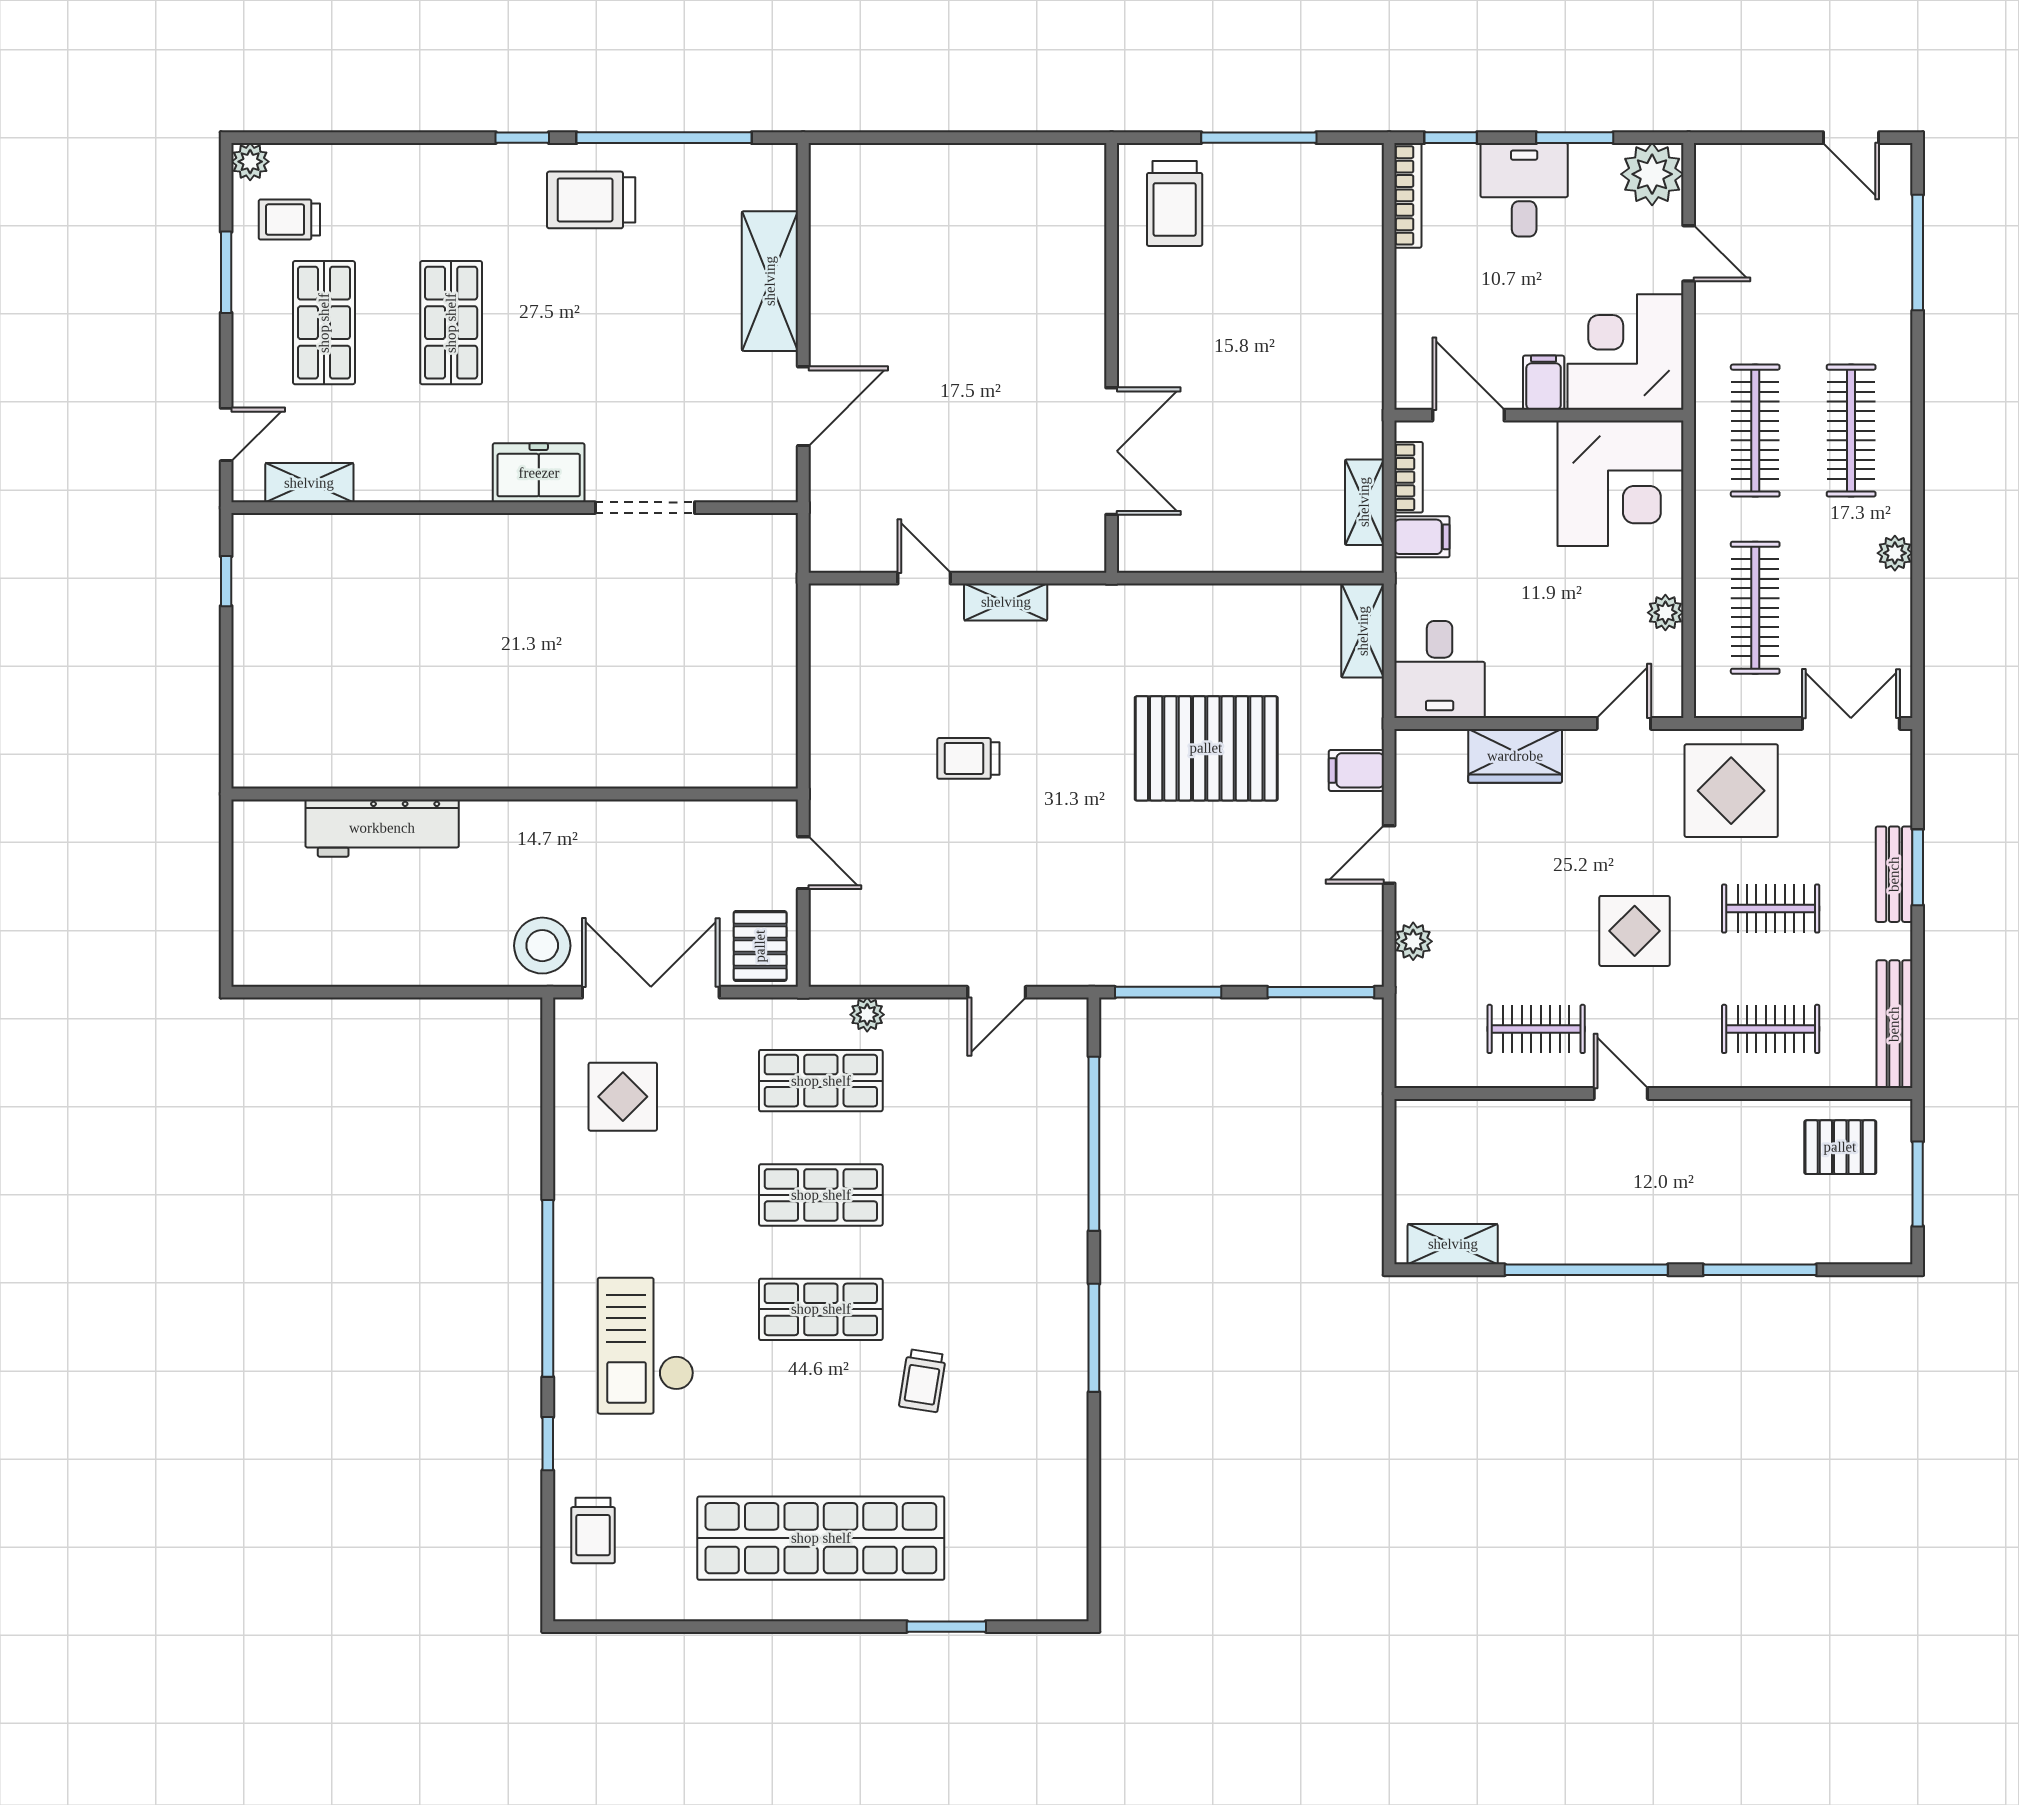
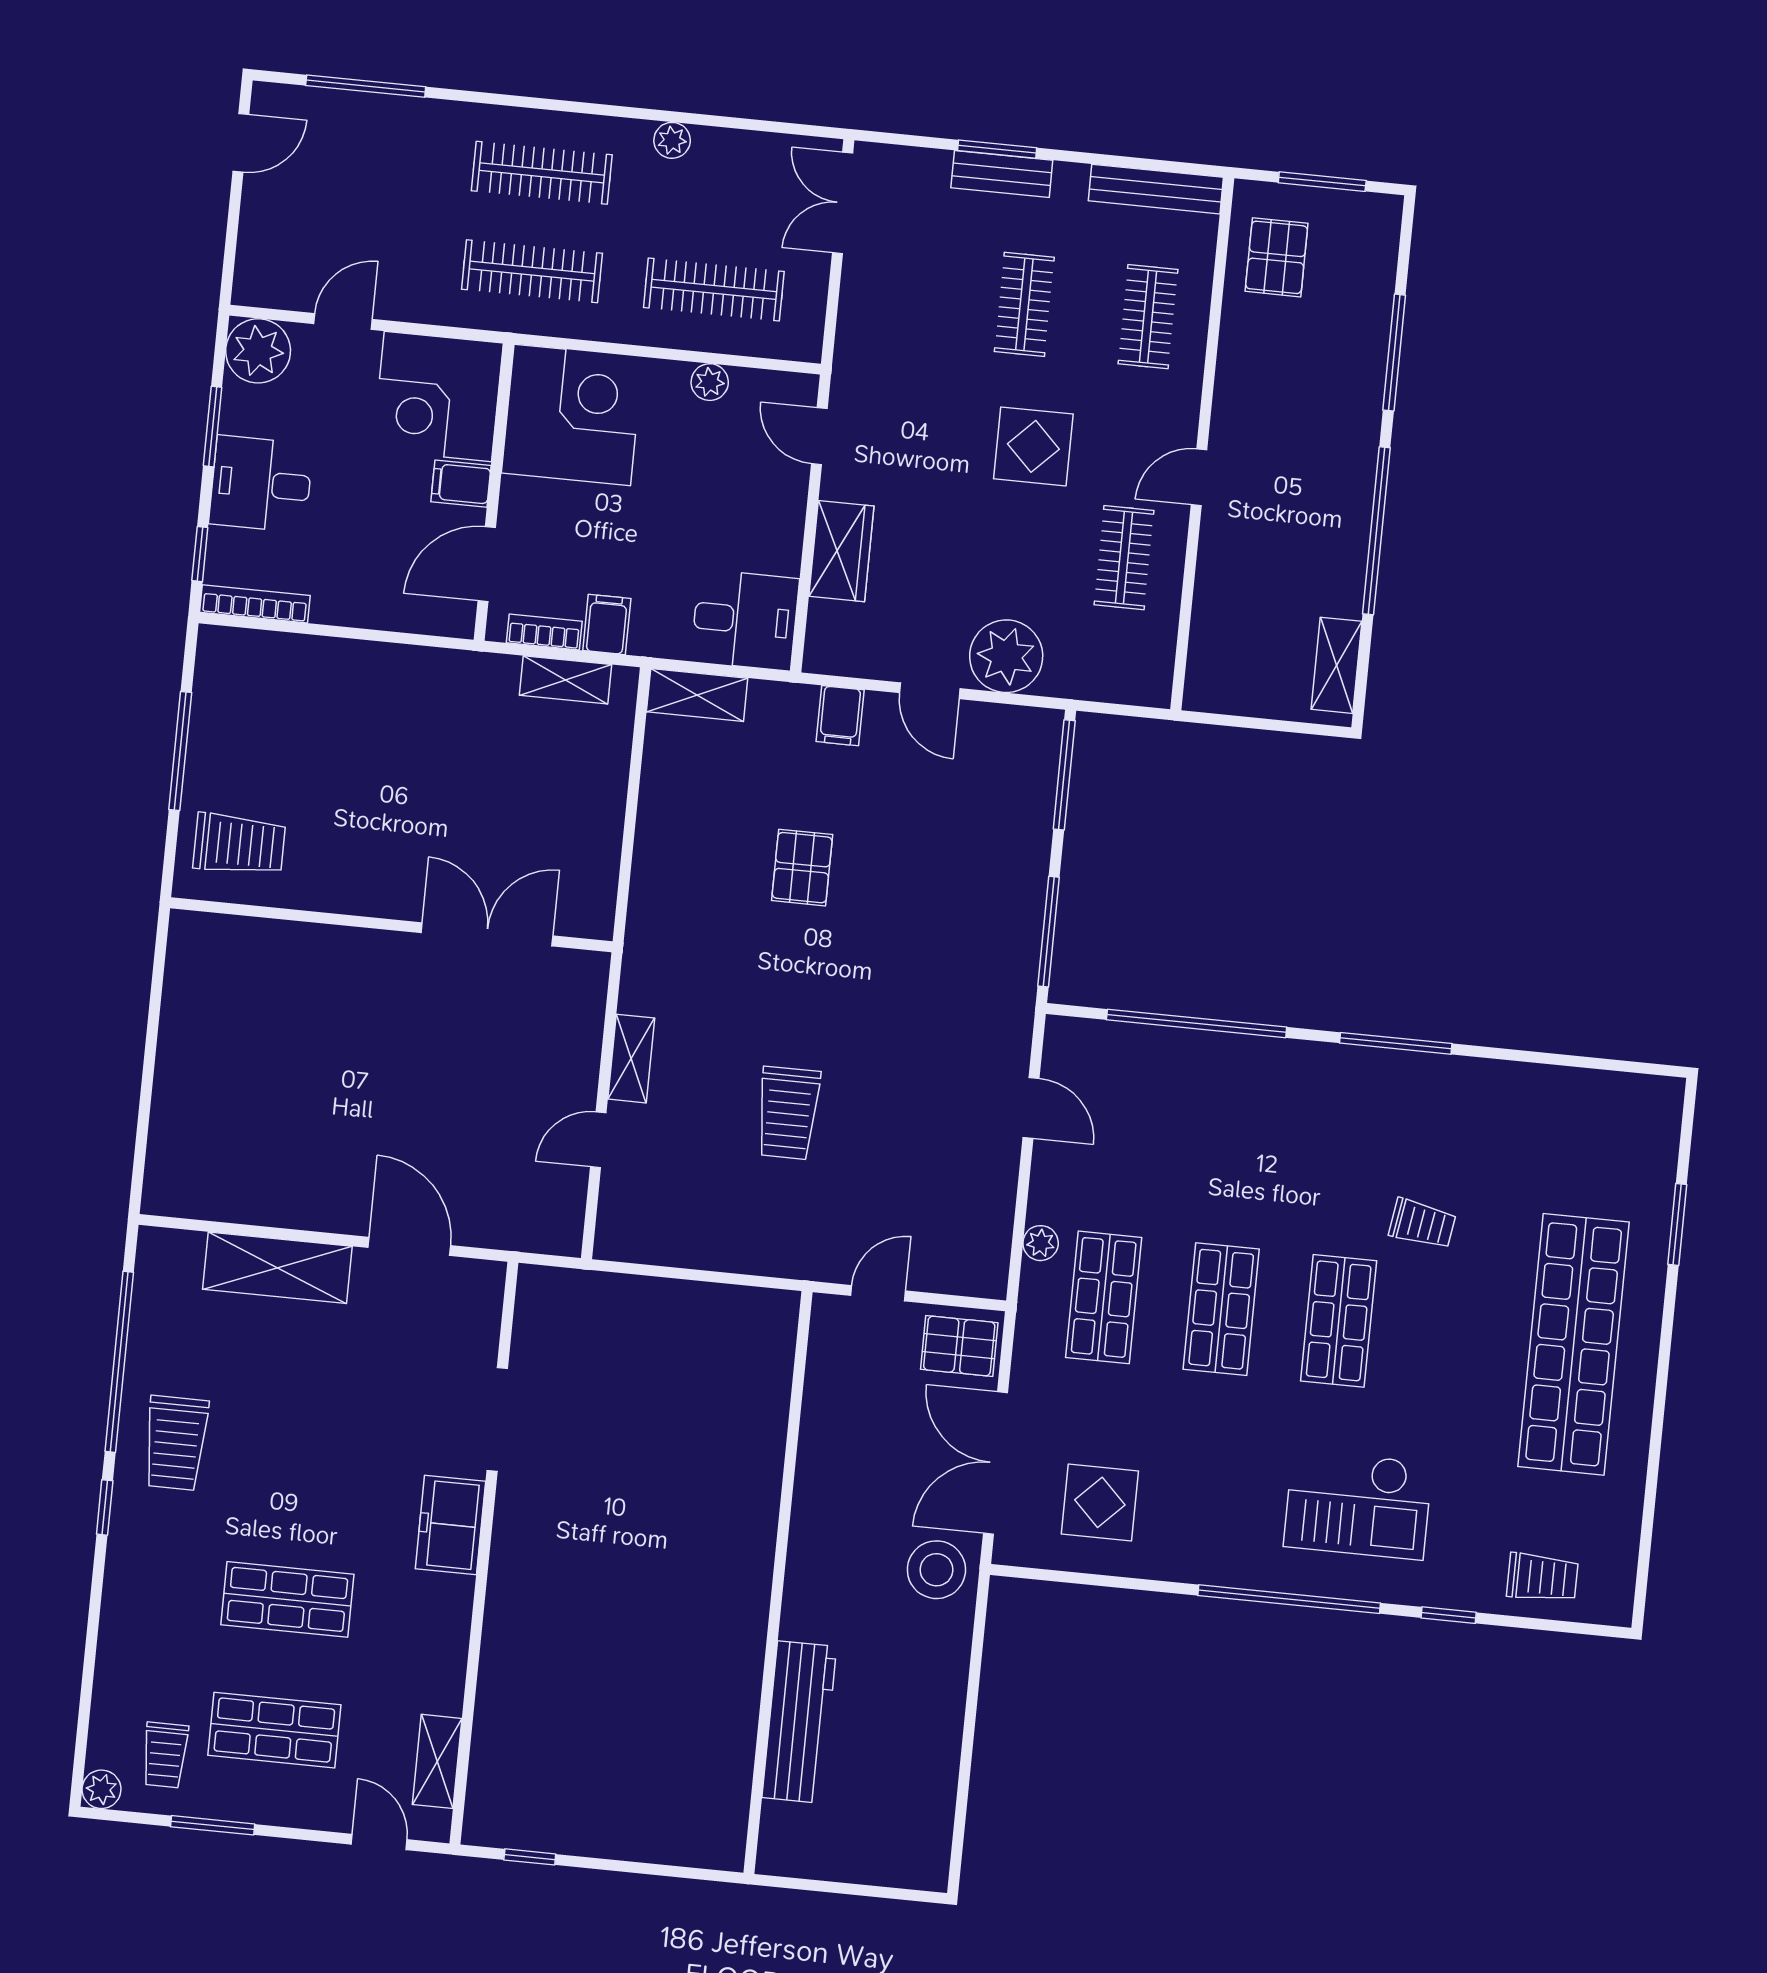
pallet: (1206, 748) -> (802, 868), width x0.49, depth x0.50
trolley: (968, 758) -> (788, 1113), width x1.36, depth x1.39
display table: (1731, 791) -> (899, 333), removed
plant: (1413, 941) -> (1006, 656), width x1.88, depth x1.88

